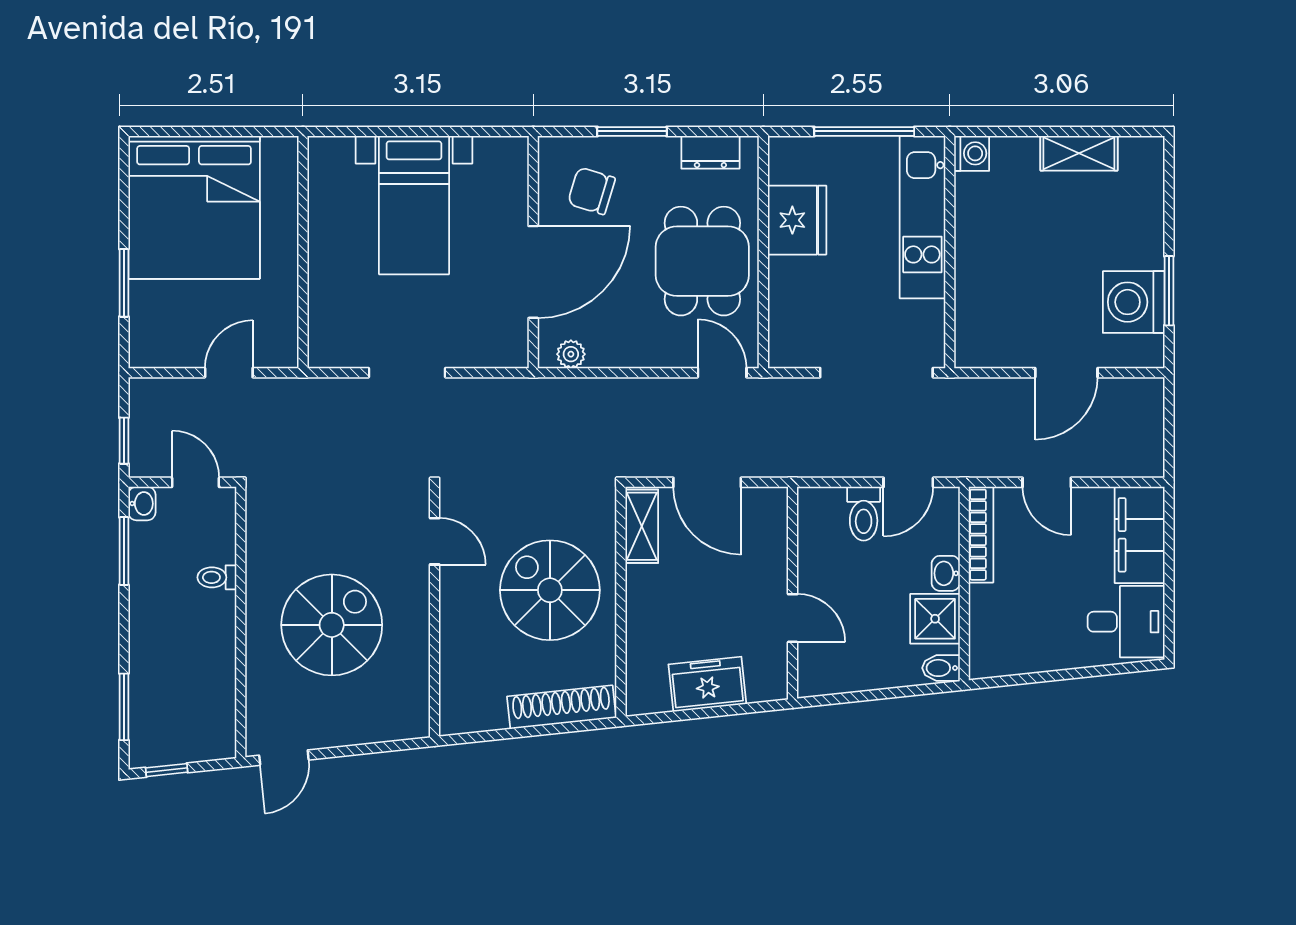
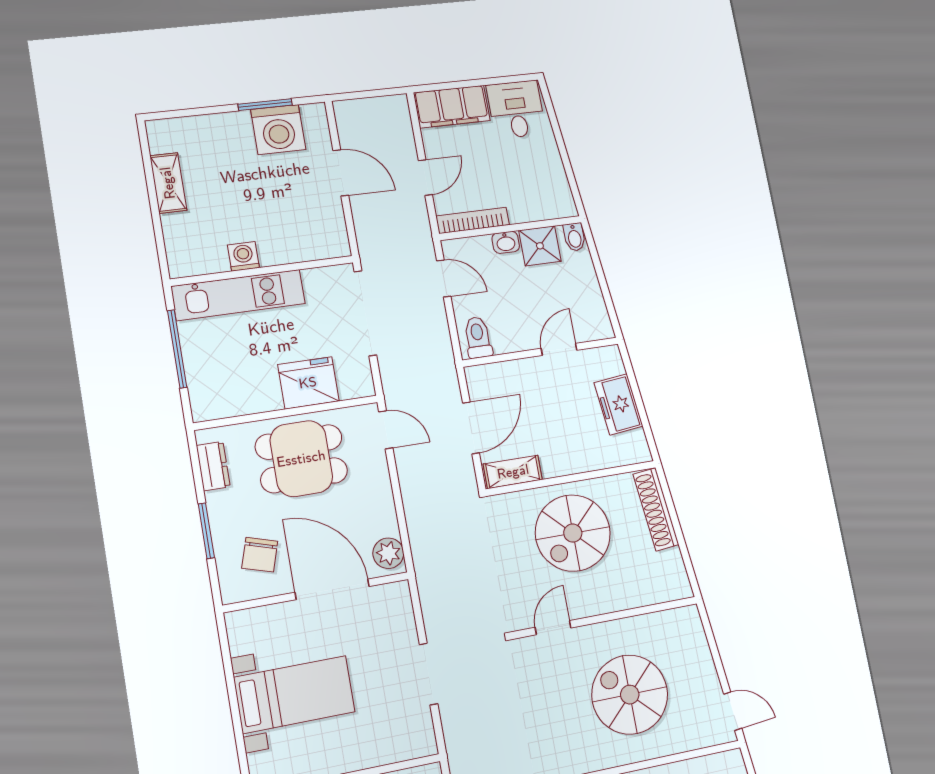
washing machine: (972, 153) -> (243, 256), moved
fridge: (797, 220) -> (308, 383), moved
plant: (571, 354) -> (388, 553), width x1.38, depth x1.38
door: (722, 373) -> (386, 430), swing flipped
toilet: (864, 514) -> (478, 337), moved, turned -90

